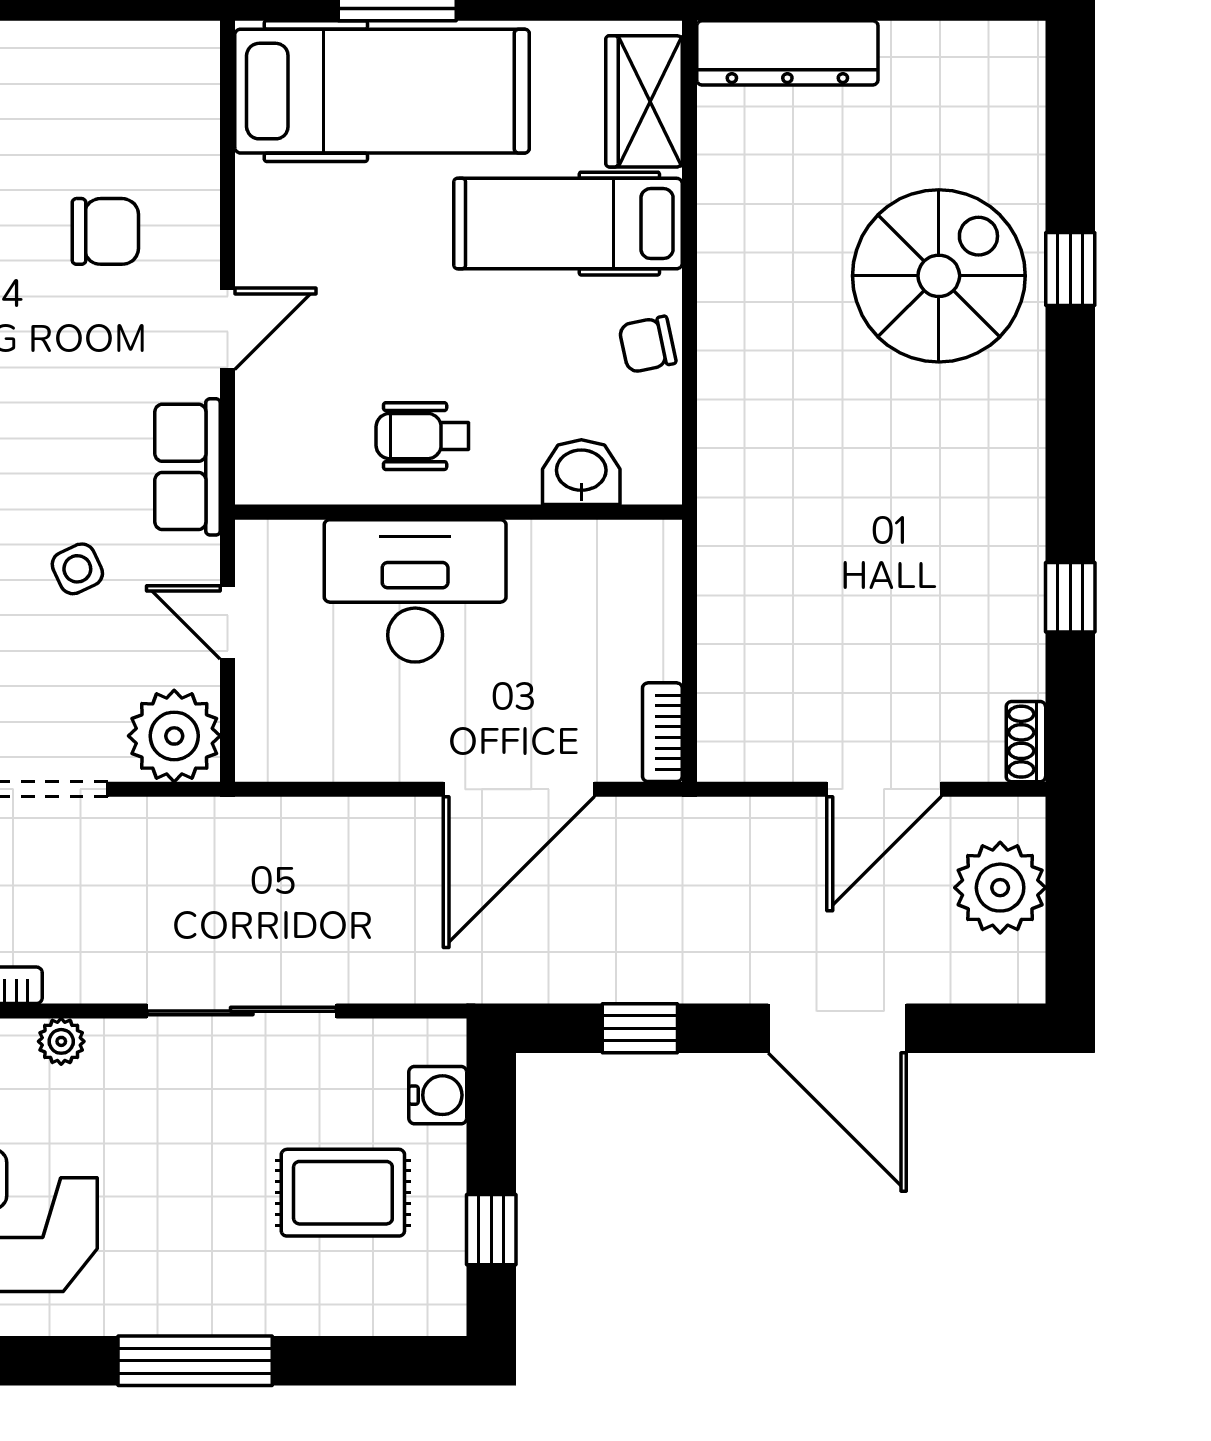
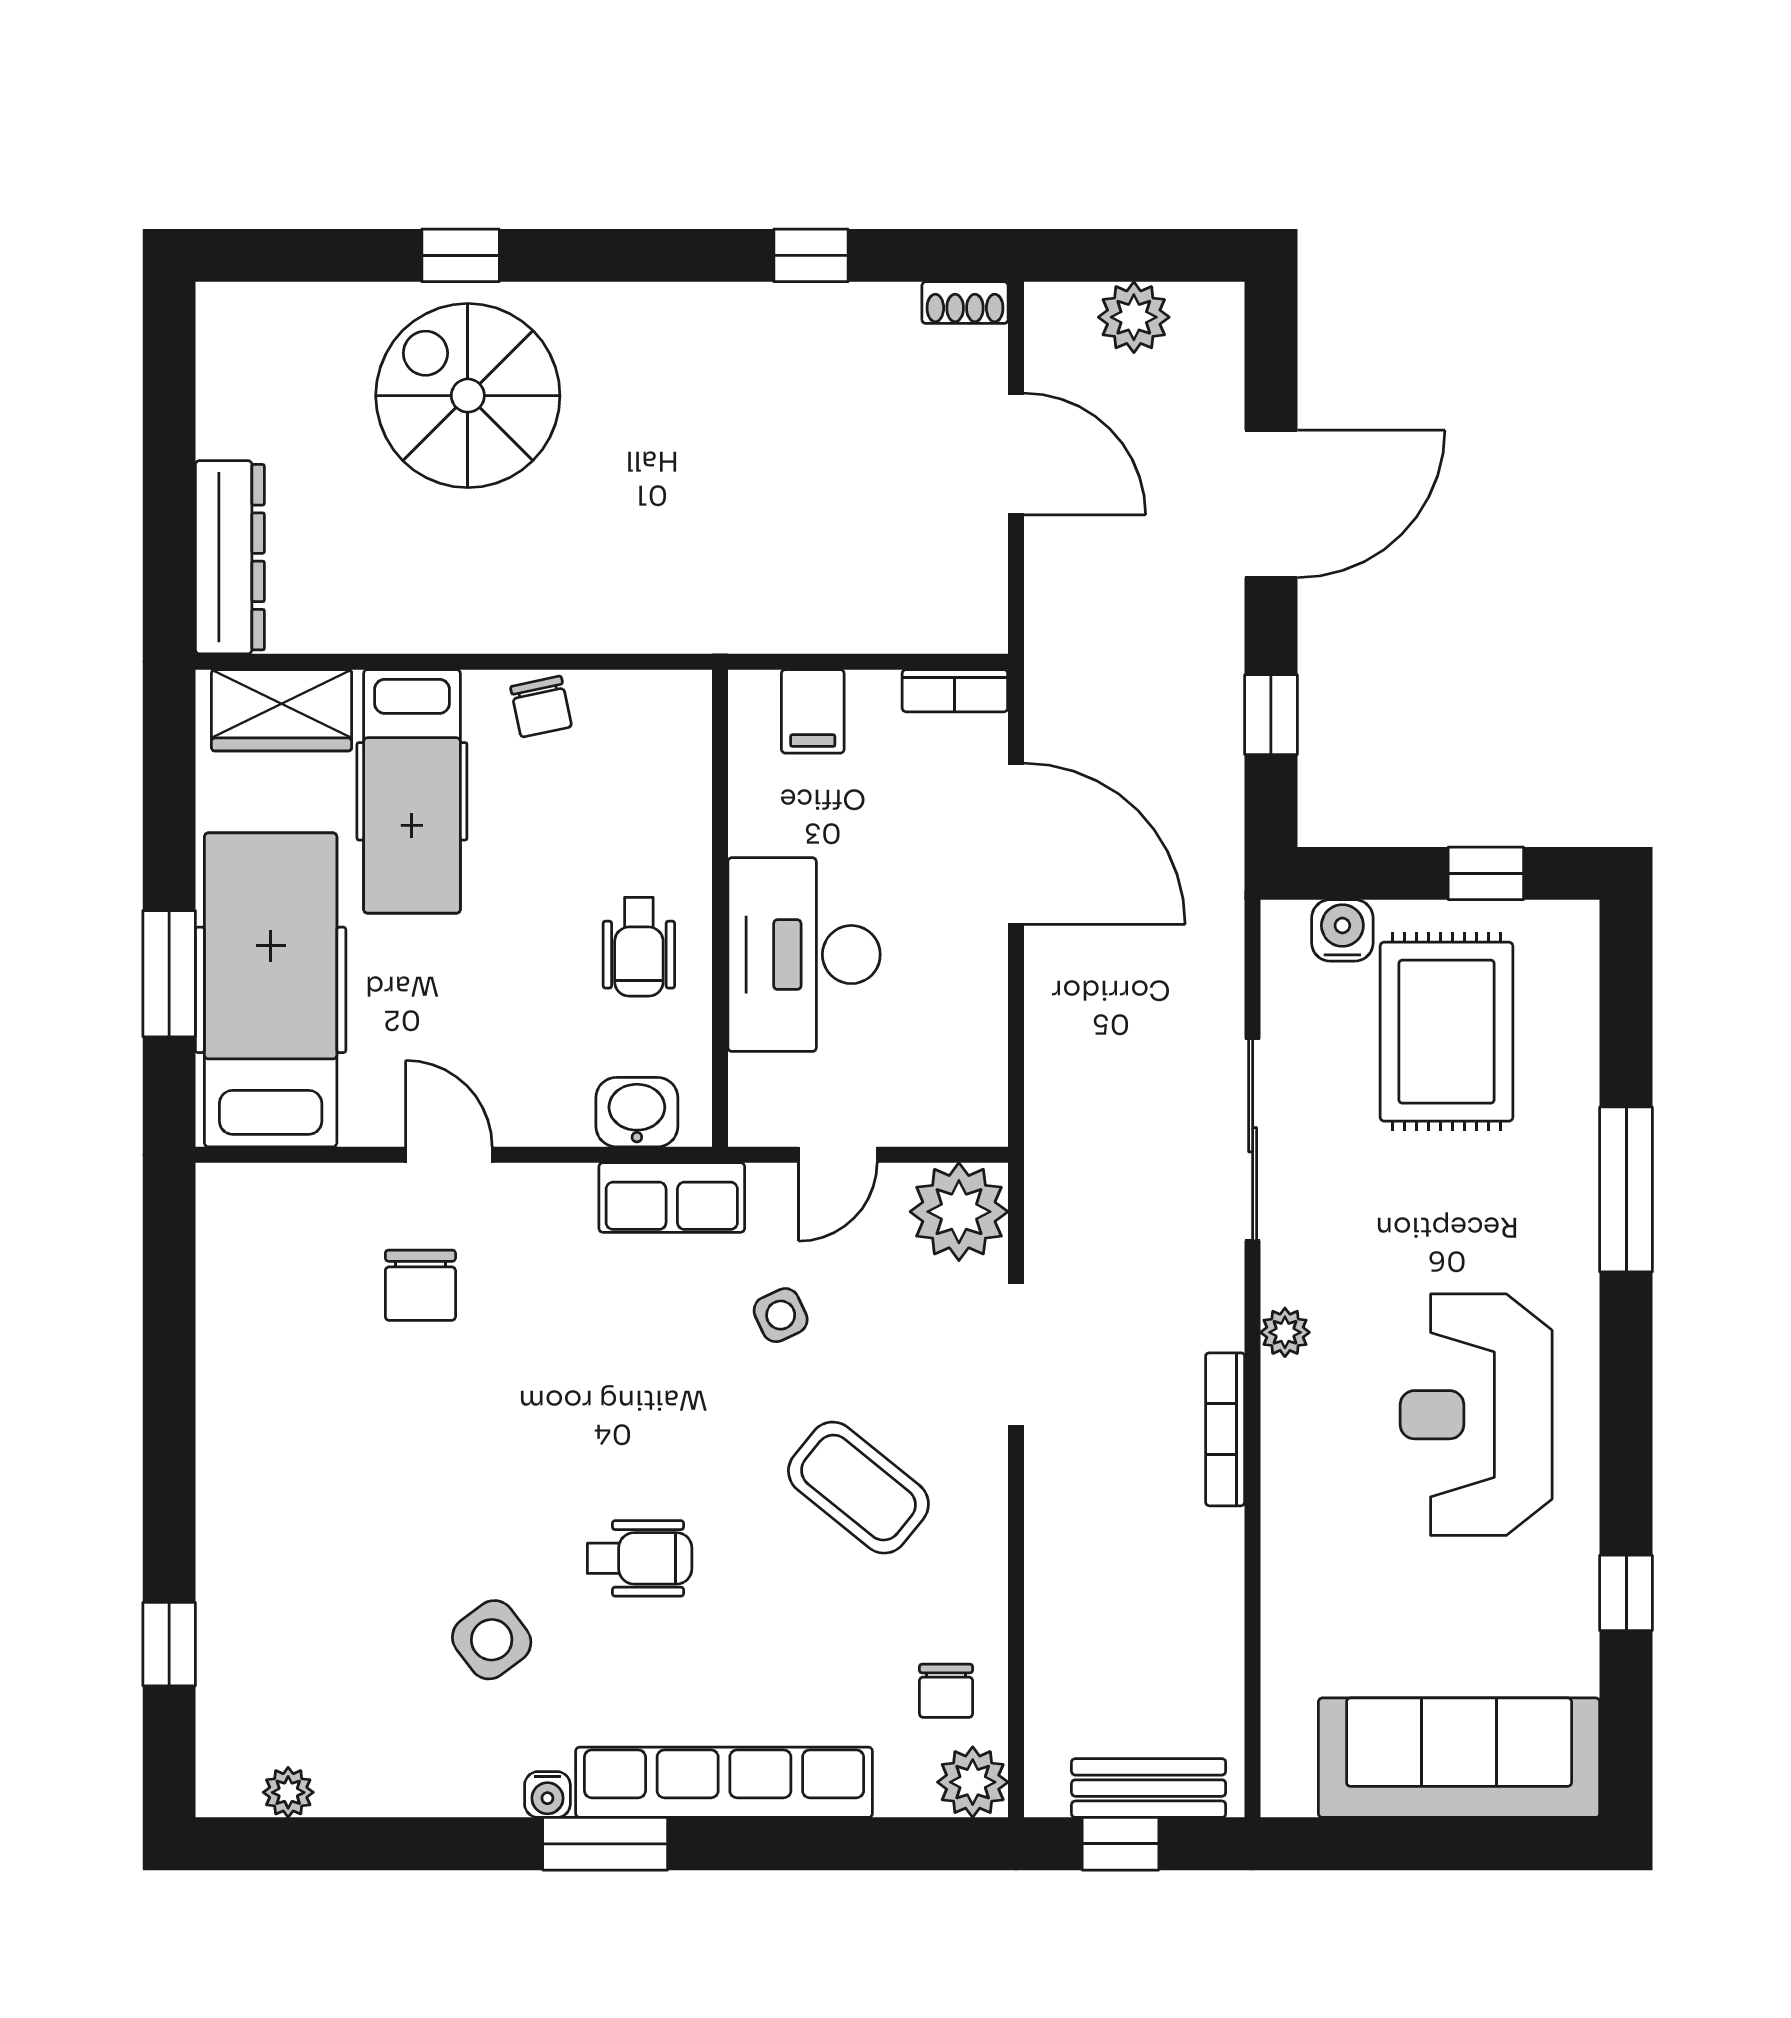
chair: (105, 231) -> (420, 1285), turned 180
door: (228, 329) -> (449, 1155), moved
washbasin: (581, 472) -> (637, 1112), moved, turned 90
filing cabinet: (643, 599) -> (813, 711), added
plant: (1000, 888) -> (1134, 317), width x0.73, depth x0.73
rug: (343, 1193) -> (1447, 1032), width x1.36, depth x1.43

